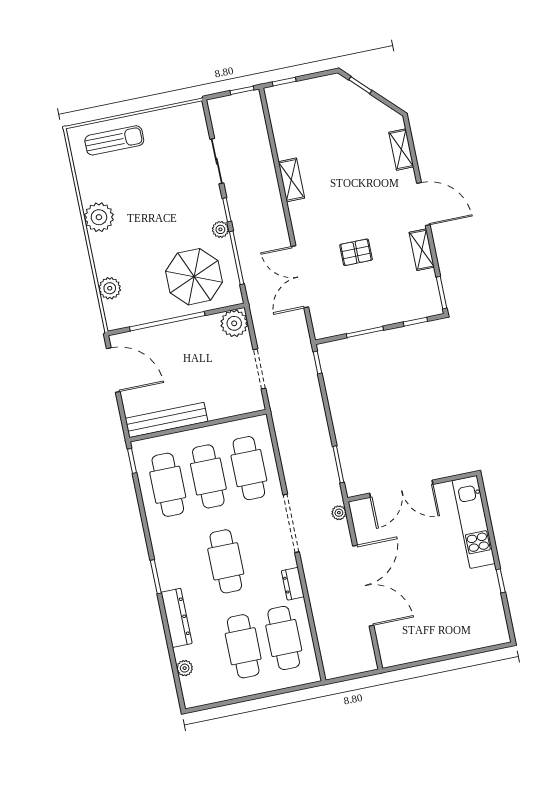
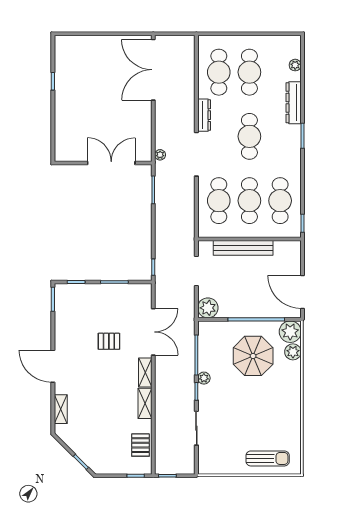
pallet: (286, 124) -> (140, 445), added
sun lounger: (114, 140) -> (268, 458), turned 180
plant: (99, 217) -> (290, 332), moved
shelving: (422, 250) -> (145, 372), moved
parasol: (194, 277) -> (253, 356), moved
bench: (167, 420) -> (243, 248), moved
kitchen unit: (474, 522) -> (64, 128), removed
dresser: (293, 584) -> (204, 115), width x1.44
double door: (363, 586) -> (153, 70), moved

